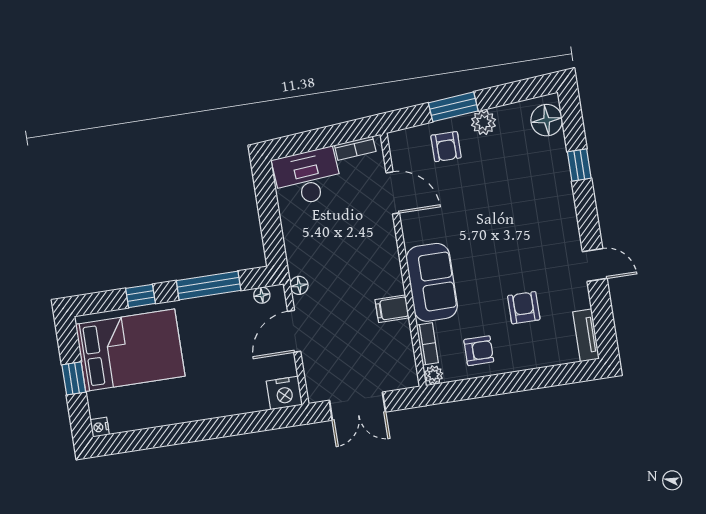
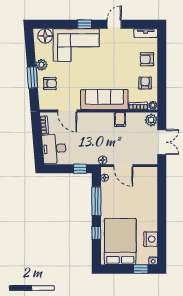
window: (579, 165) -> (84, 24), moved
corner sofa: (537, 190) -> (76, 45), added
door: (393, 193) -> (67, 111), swing flipped
window: (273, 239) -> (80, 169), added
sofa: (432, 282) -> (104, 100), width x1.36
armchair: (524, 308) -> (147, 59), moved
plant: (401, 376) -> (151, 120), added
window: (74, 378) -> (141, 269), moved
nightstand: (284, 393) -> (151, 239), moved

